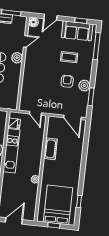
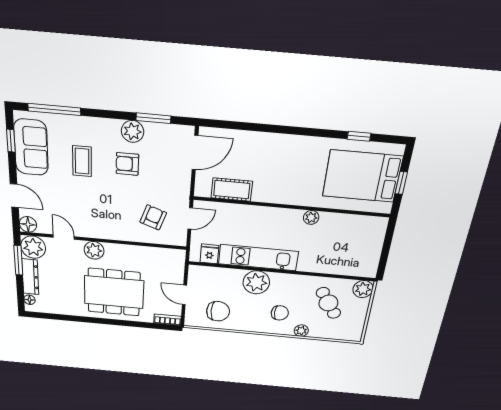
plant: (19, 23) -> (33, 247), added
armchair: (37, 93) -> (153, 217), added
cot: (50, 149) -> (232, 190), moved
door: (14, 221) -> (385, 252), removed

